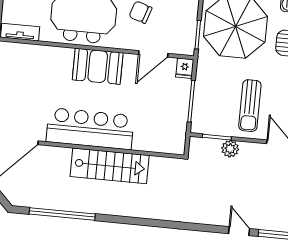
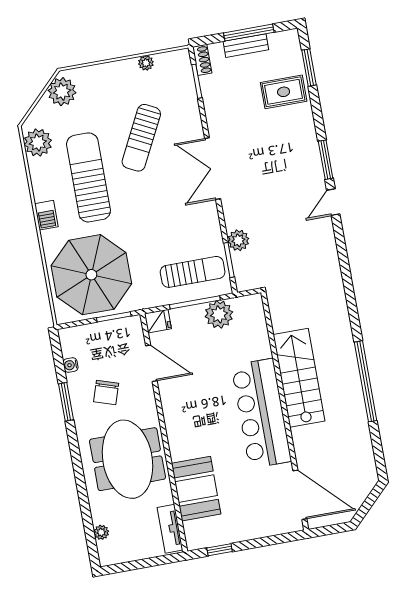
booth: (98, 66) -> (196, 489), moved
sun lounger: (250, 106) -> (193, 272), moved
plant: (177, 117) -> (219, 314), added
window: (62, 214) -> (365, 381), moved

